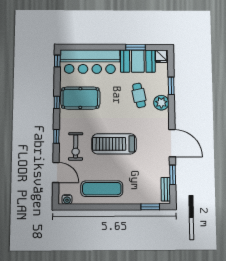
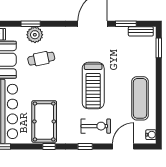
plant: (161, 103) -> (35, 35), moved

